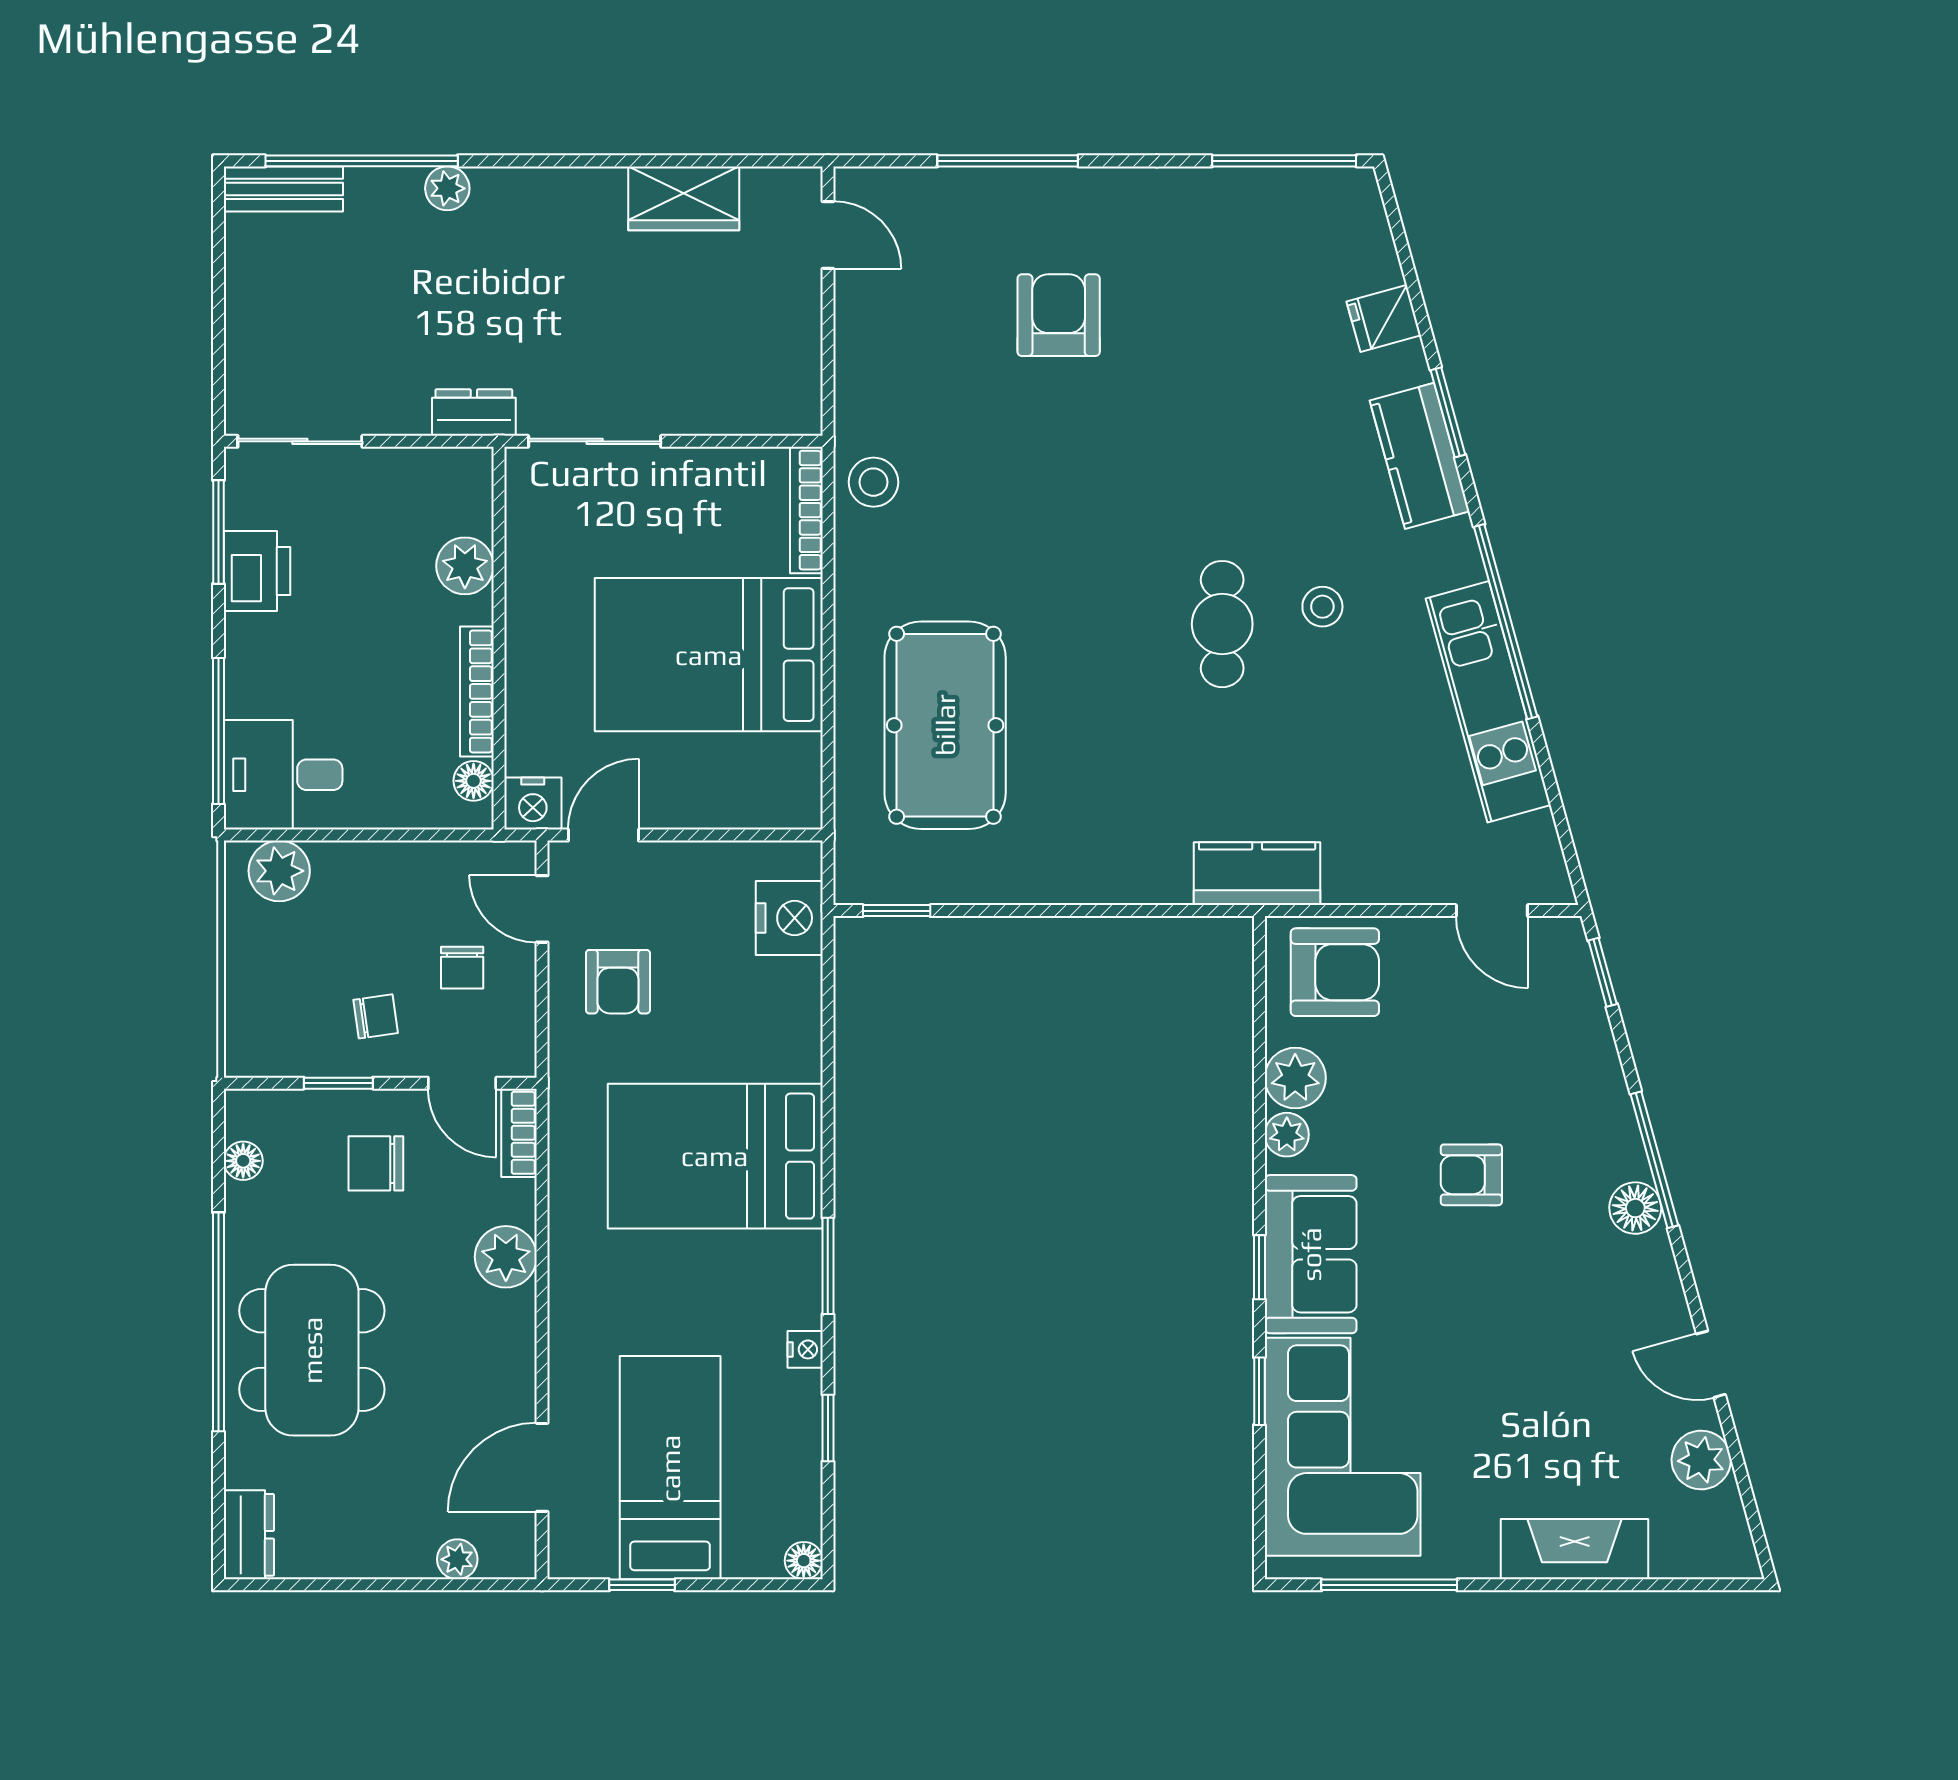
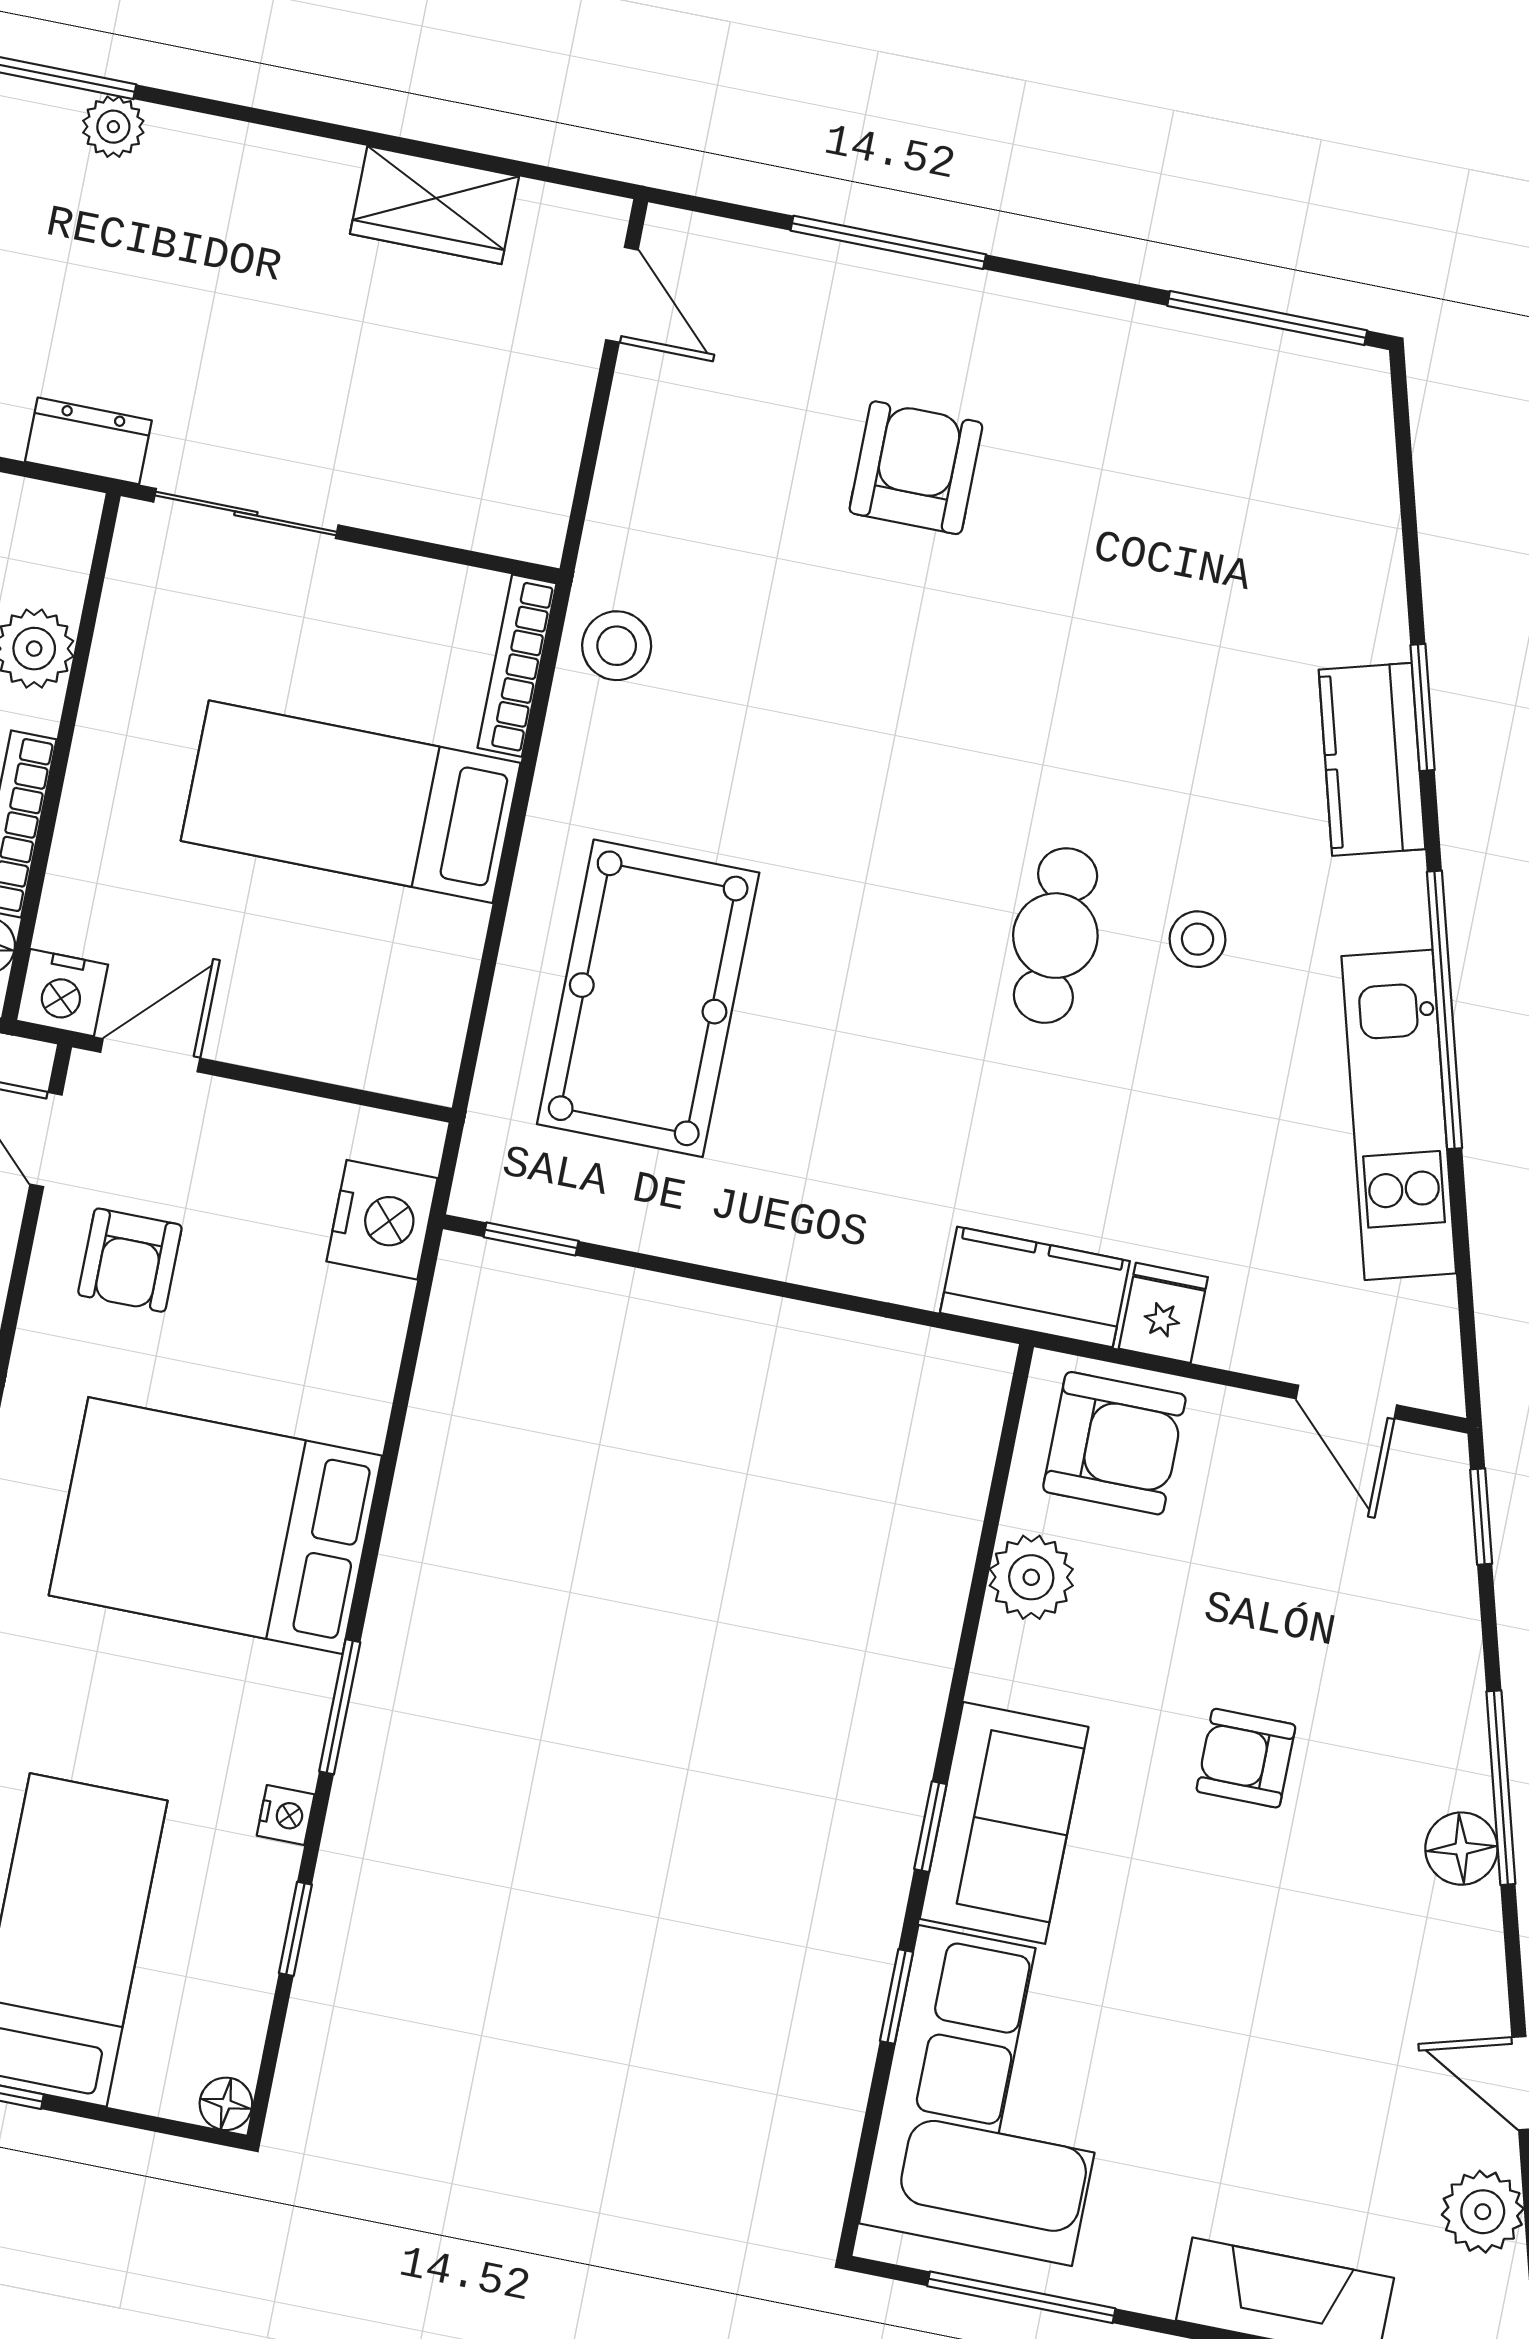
fridge: (1384, 318) -> (1163, 1313), moved, turned 105
bed: (709, 655) -> (351, 802), width x0.67
plant: (1287, 1135) -> (1004, 1653), removed

